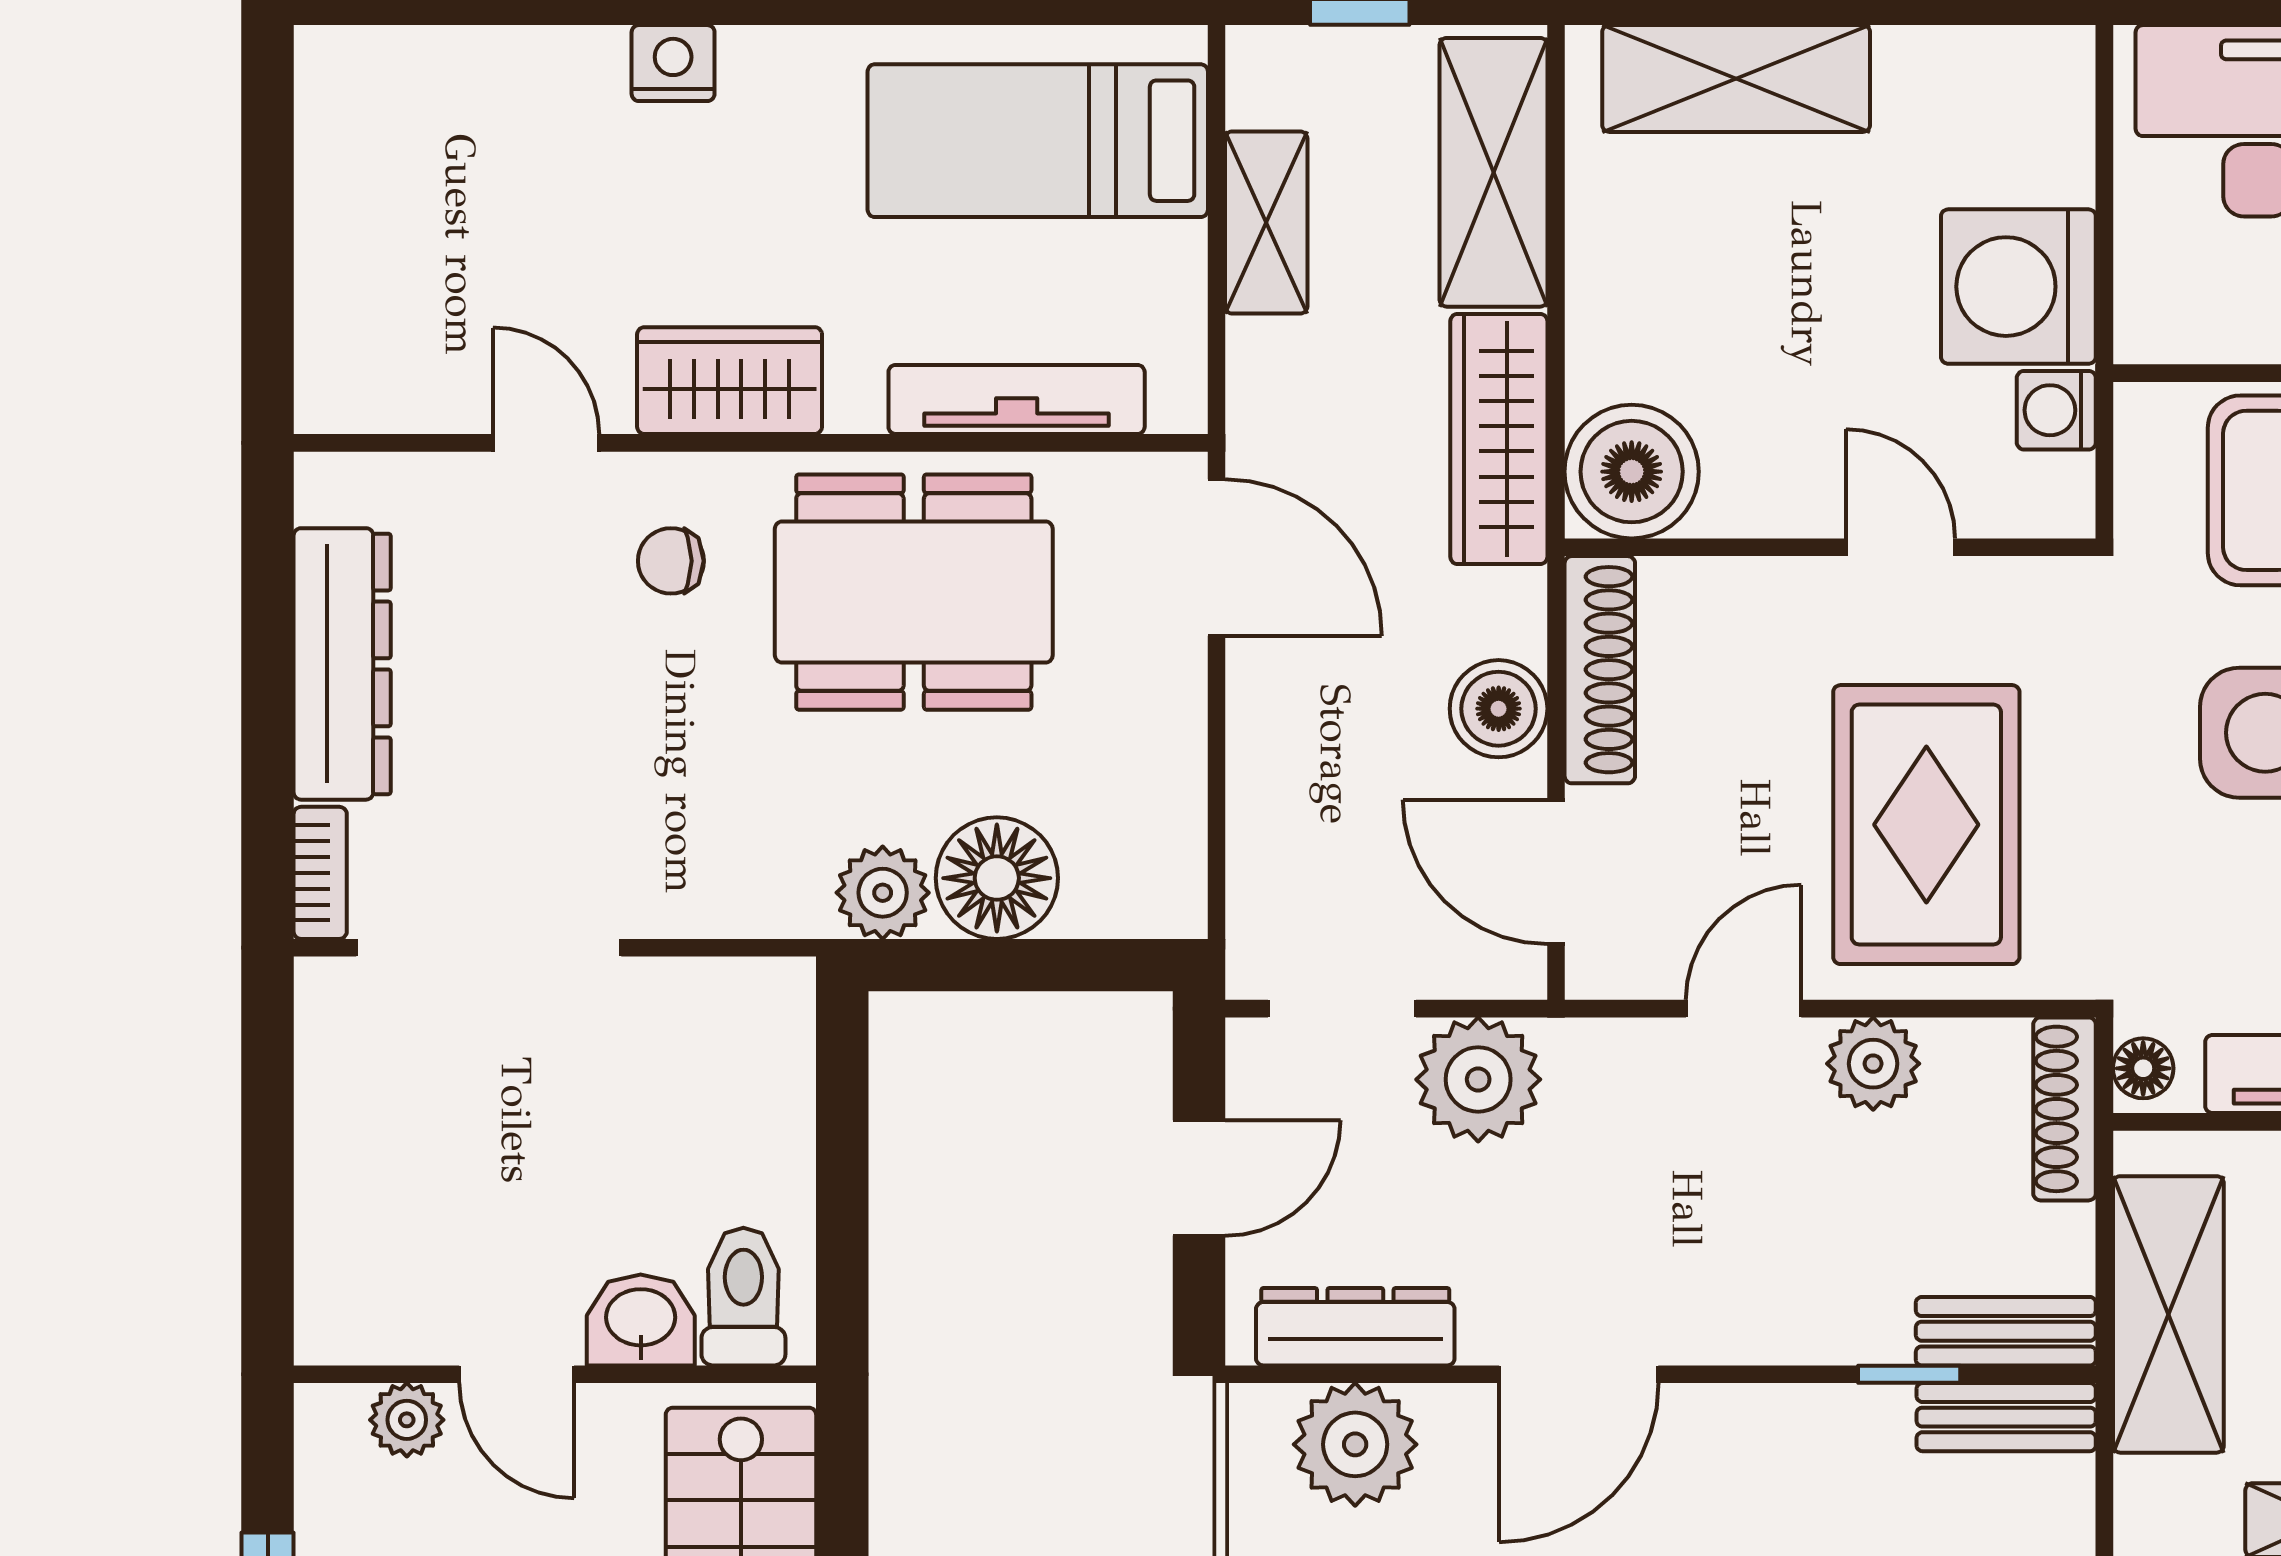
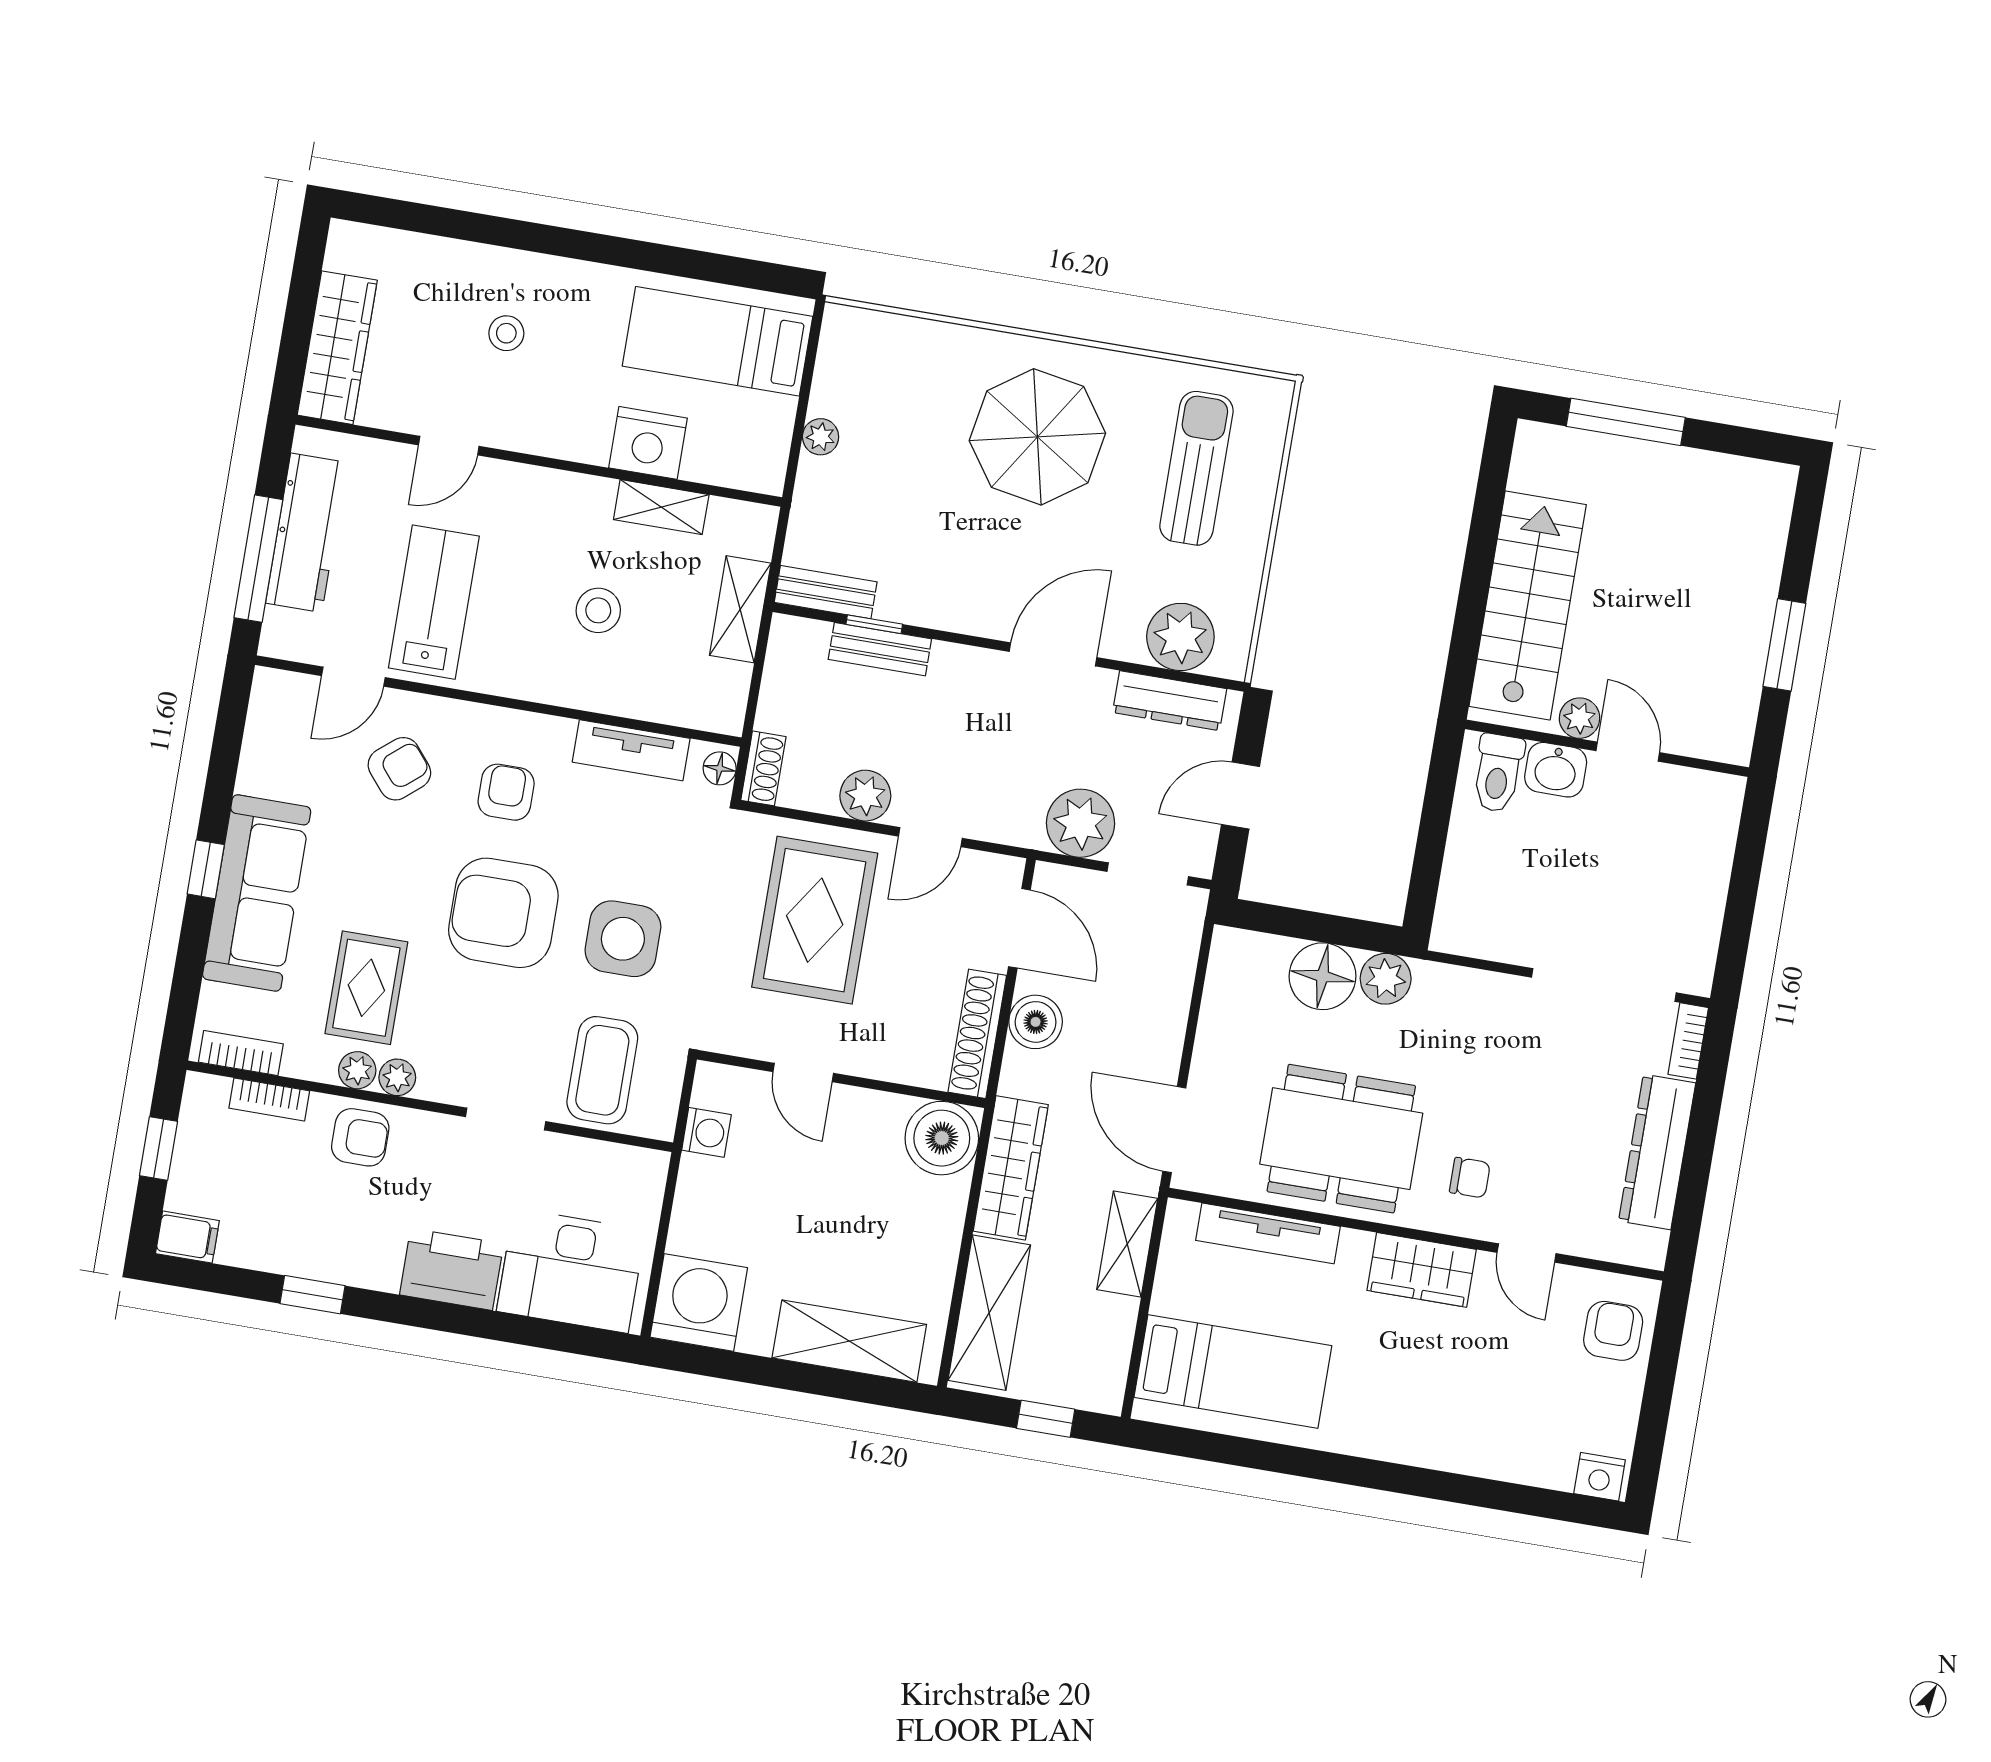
nightstand: (673, 63) -> (1600, 1477), moved
shelving: (1266, 223) -> (1127, 1244), moved
washing machine: (2018, 287) -> (699, 1302), moved, turned -90
armchair: (367, 329) -> (1613, 1331), added
shoe rack: (2065, 1109) -> (763, 768), width x0.70
shelving: (2168, 1314) -> (740, 609), width x0.67, depth x0.75
bench: (2006, 1331) -> (880, 649), moved
plant: (407, 1420) -> (1580, 718), moved

